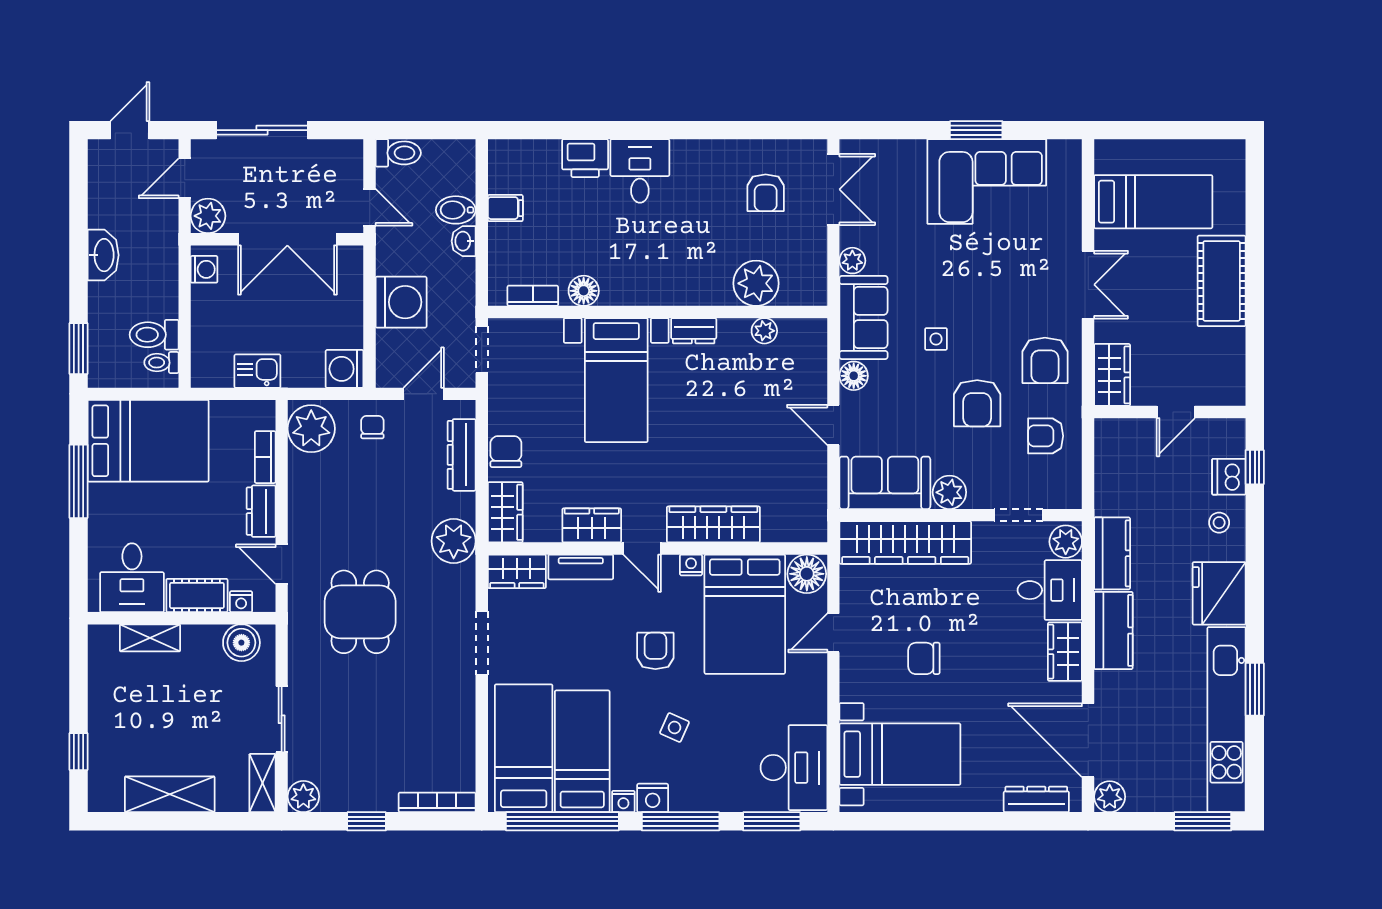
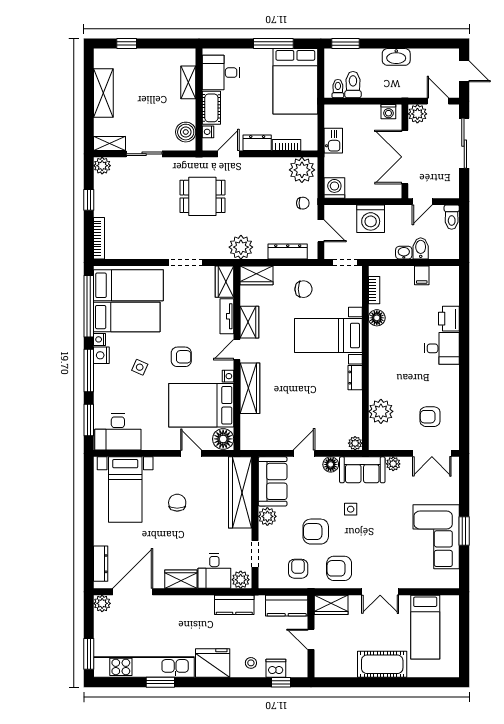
plant: (764, 331) -> (355, 443), moved
chair: (506, 452) -> (303, 289), moved
kitchen counter: (1113, 630) -> (287, 606), moved

